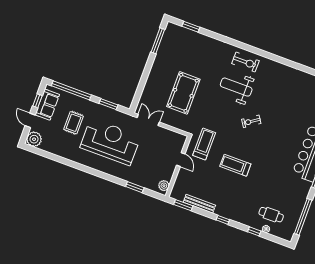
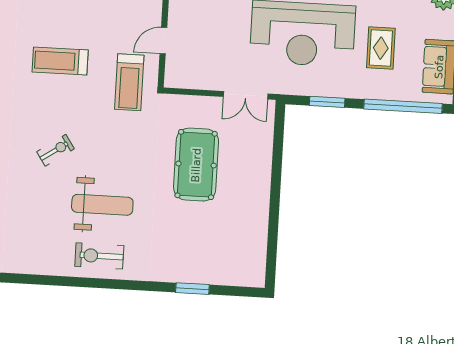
window: (191, 27) -> (192, 289), moved
window: (158, 41) -> (272, 246), removed
door: (181, 160) -> (163, 41), hinge flipped
treadmill: (235, 165) -> (60, 61), turned 180

